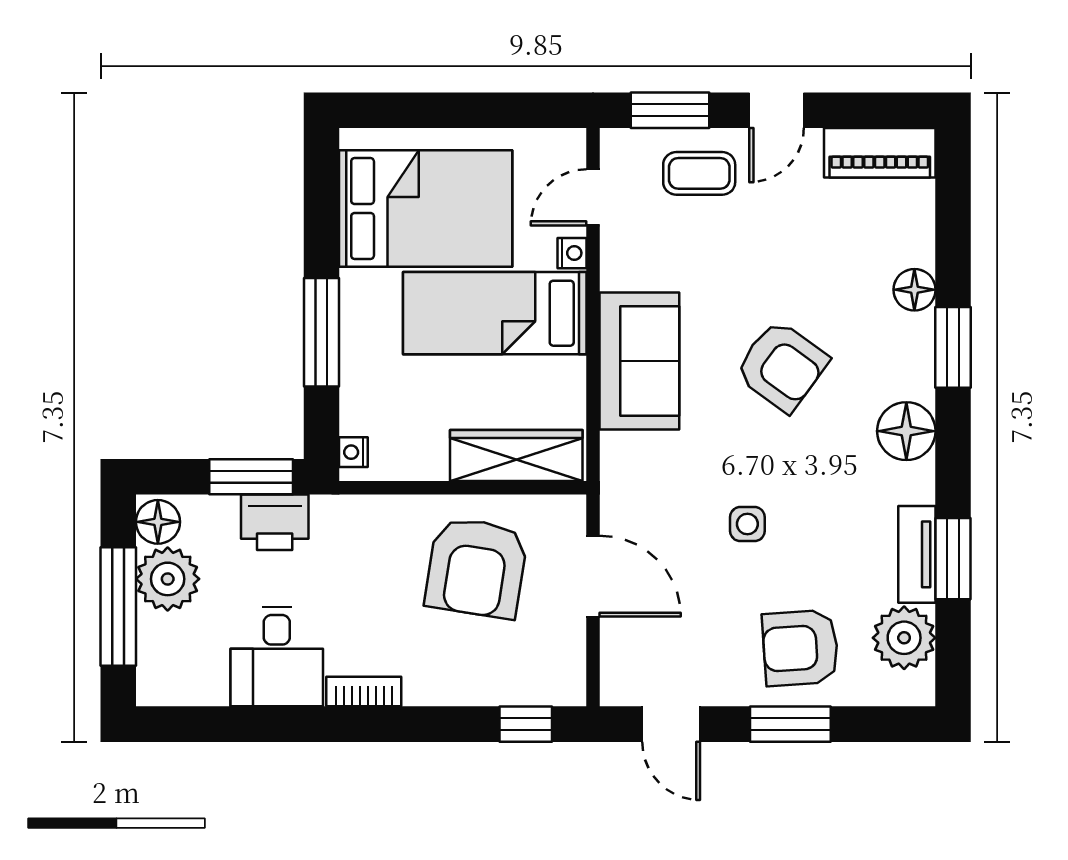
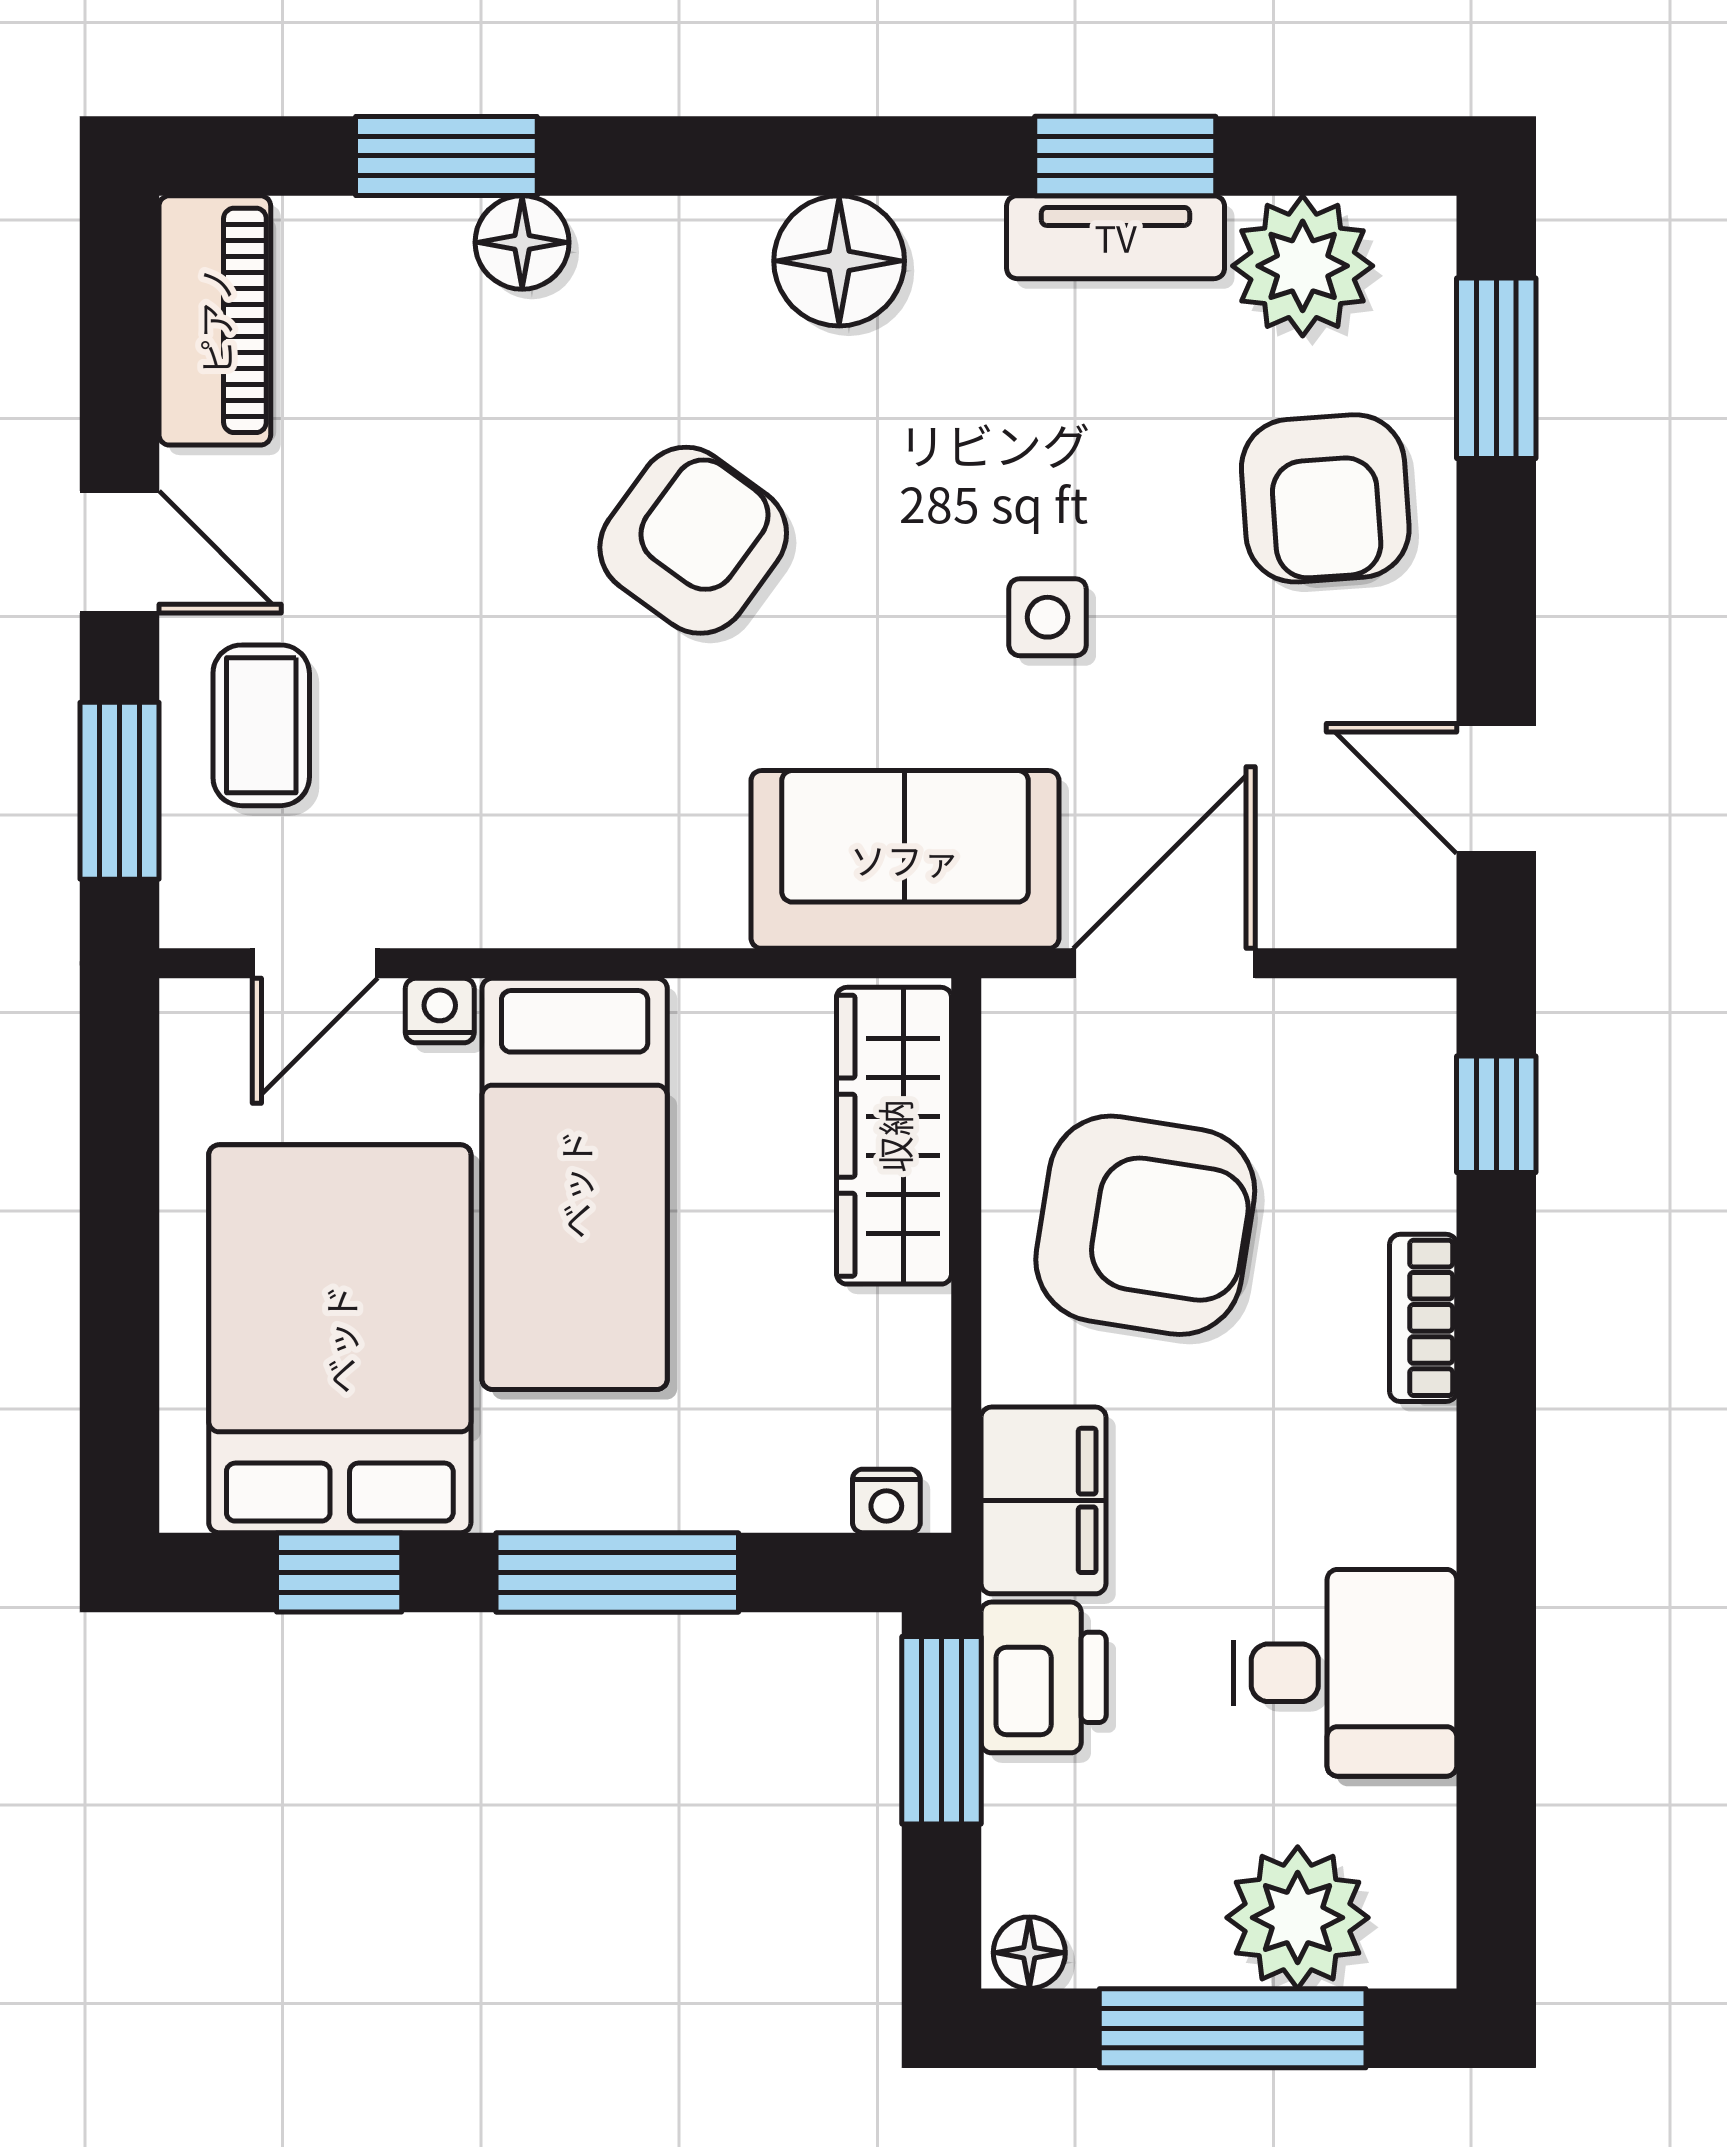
door: (593, 197) -> (315, 963), hinge flipped
window: (321, 208) -> (339, 1572), added
window: (953, 347) -> (446, 156), moved
sofa: (639, 361) -> (905, 859), moved
floor lamp: (158, 522) -> (1029, 1953), width x0.73, depth x0.73
filing cabinet: (354, 522) -> (1043, 1500), added
plant: (168, 579) -> (1298, 1918), moved
bookcase: (364, 692) -> (1423, 1318), moved
door: (671, 724) -> (1496, 788), swing flipped
window: (790, 724) -> (1496, 368), moved

